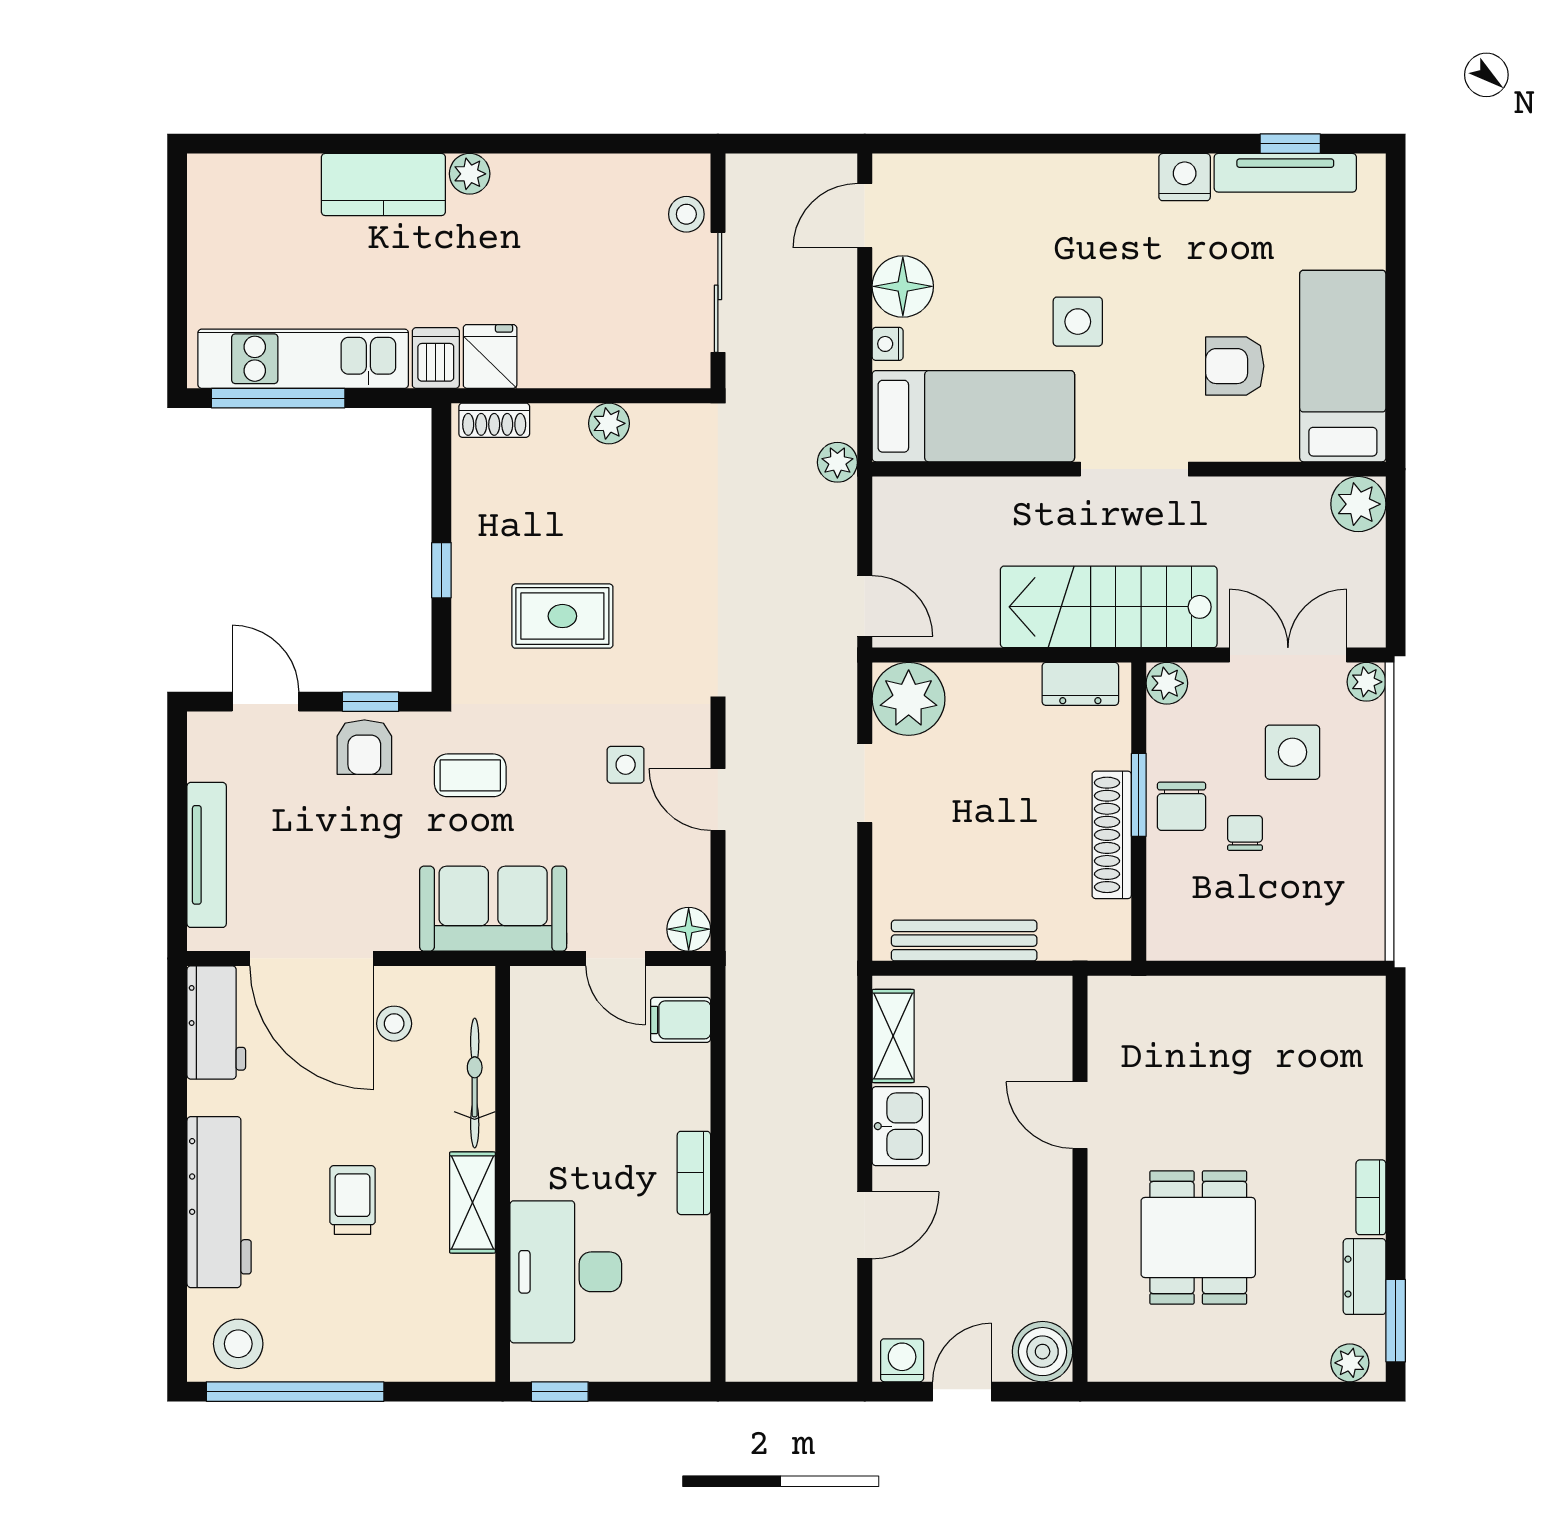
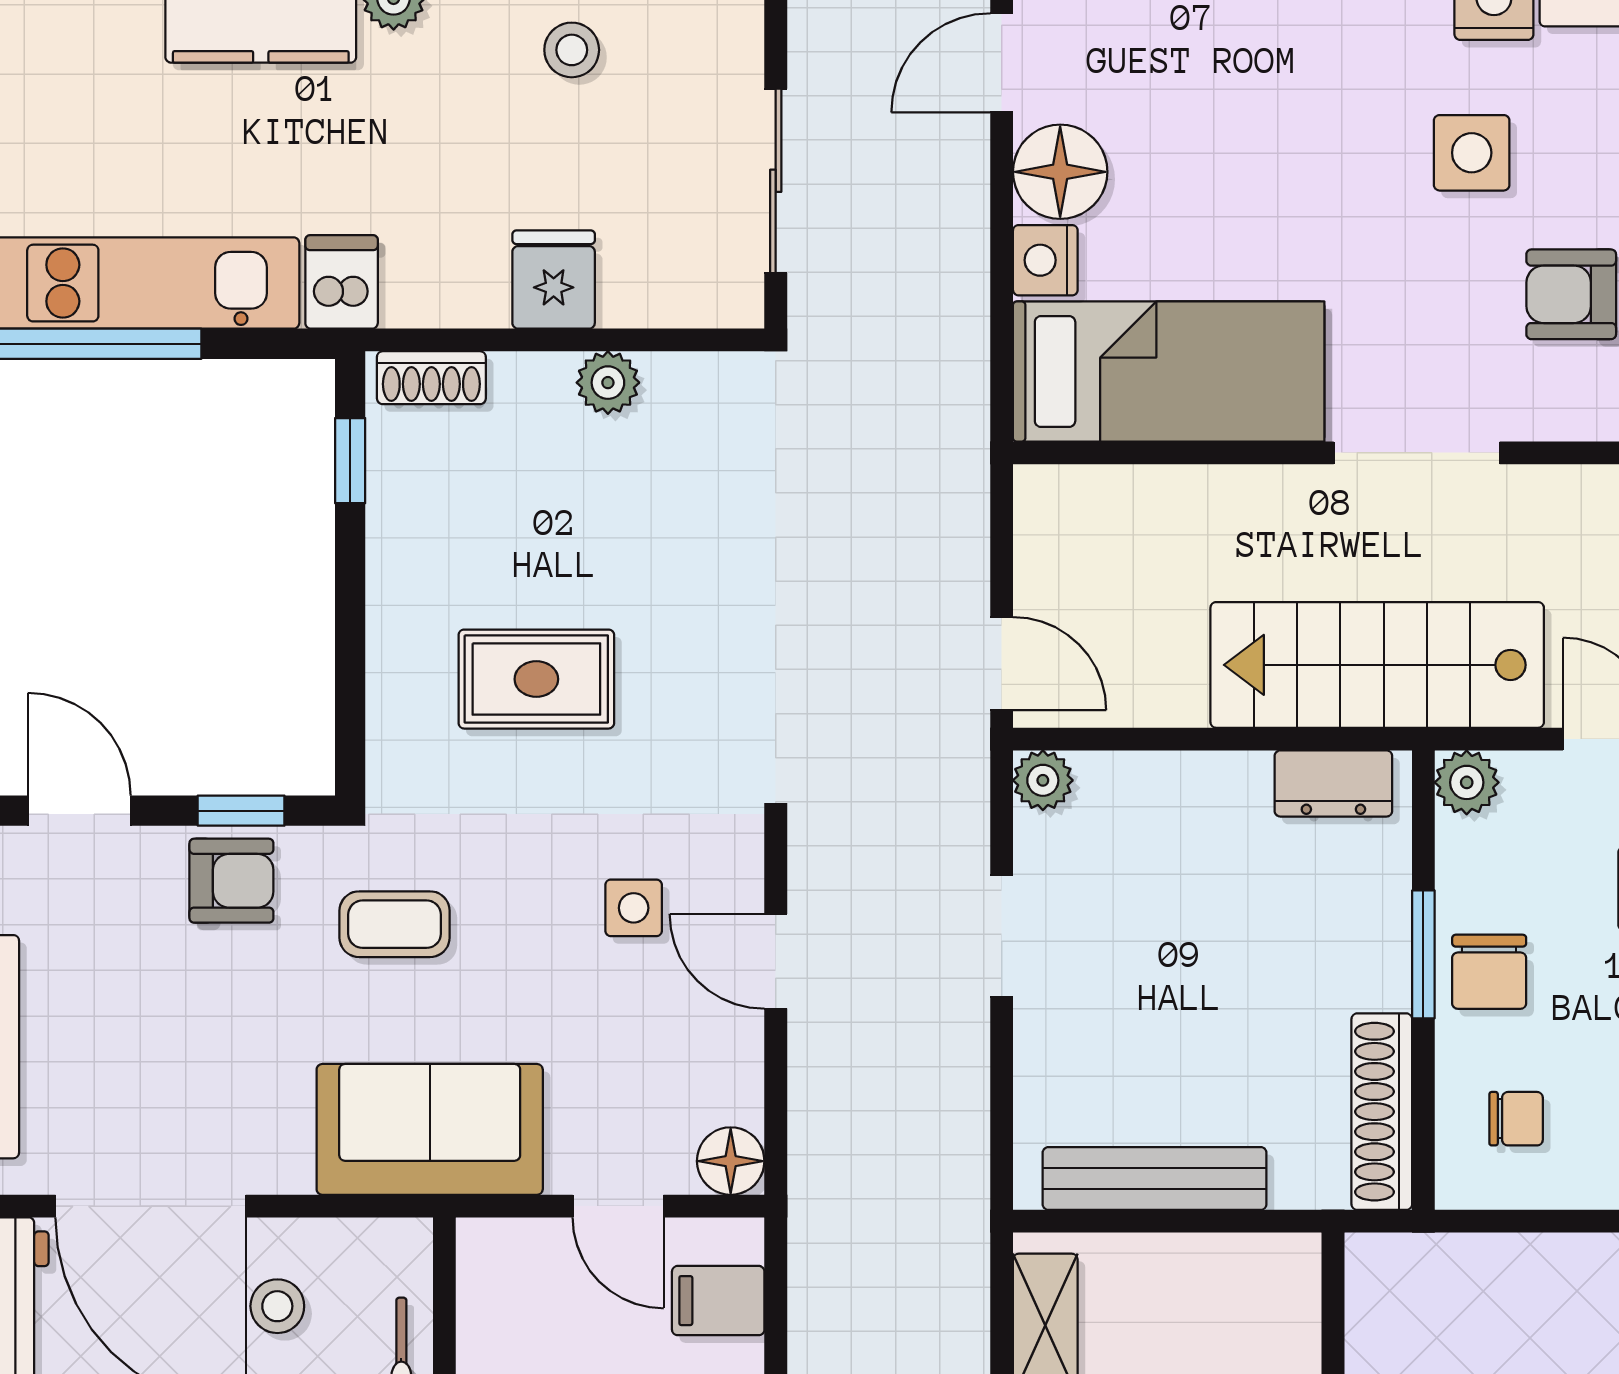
stool: (686, 214) -> (572, 50), moved
side table: (1078, 322) -> (1472, 153), moved
nightstand: (888, 344) -> (1045, 260), width x1.39, depth x1.35
fridge: (490, 356) -> (554, 280), moved
plant: (837, 462) -> (960, 442), removed
window: (441, 570) -> (350, 461), moved
plant: (909, 699) -> (1043, 780), width x0.53, depth x0.53
armchair: (364, 747) -> (231, 881), turned -90
chair: (1245, 833) -> (1516, 1119), moved, turned 90
shoe rack: (1112, 835) -> (1382, 1112), moved

